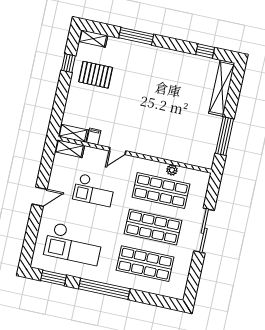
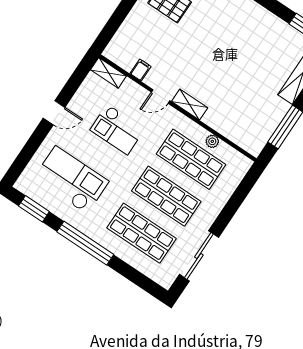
shelving: (73, 133) -> (190, 105), moved
sliding door: (204, 231) -> (199, 256), moved
checkout: (74, 244) -> (71, 180), turned 180

